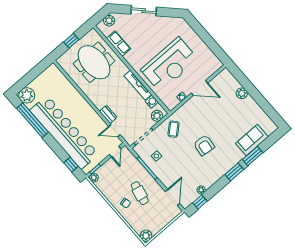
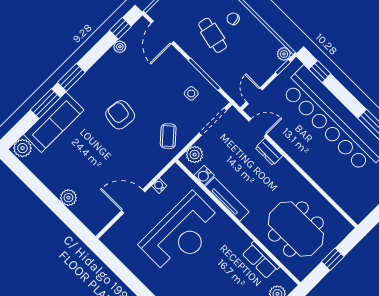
reception desk: (169, 64) -> (181, 234), turned 180
plant: (270, 128) -> (22, 148), added
sofa: (252, 140) -> (54, 122), width x1.36

